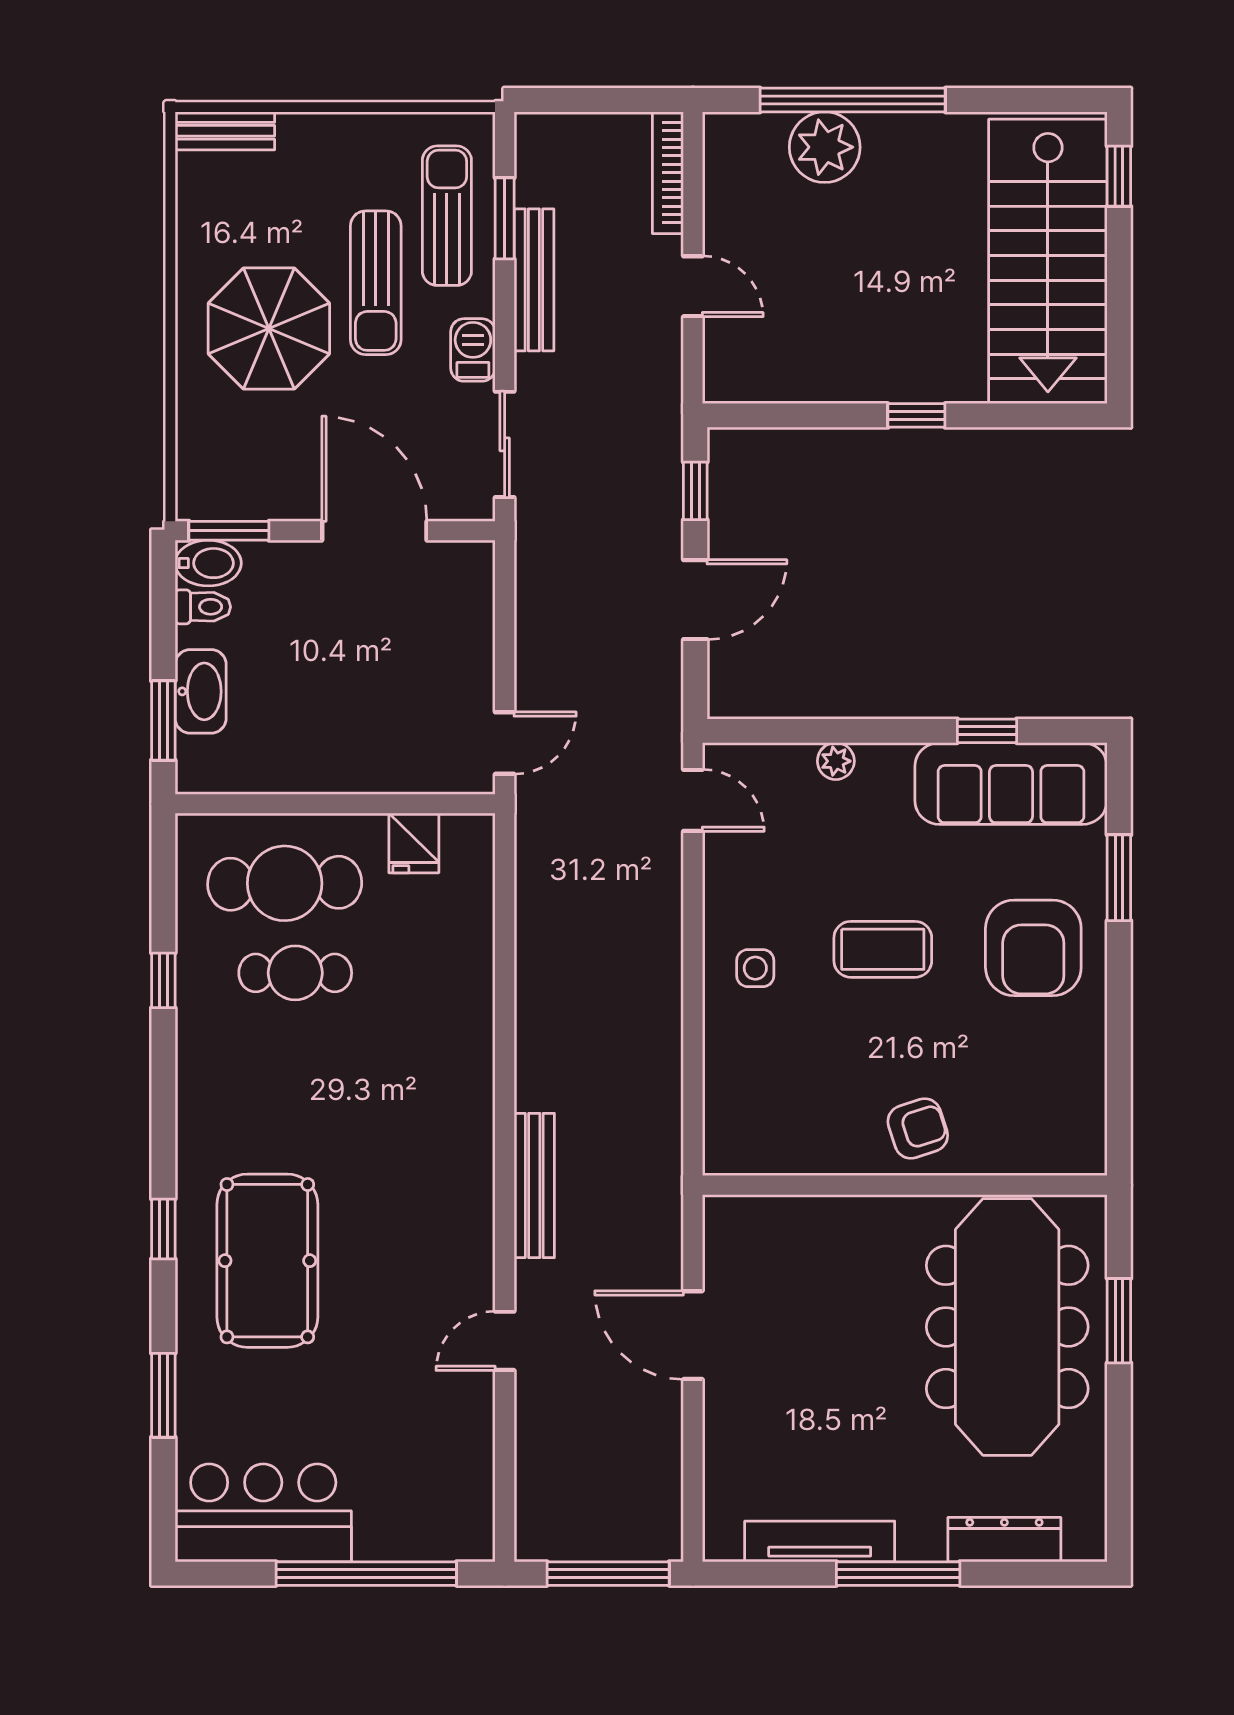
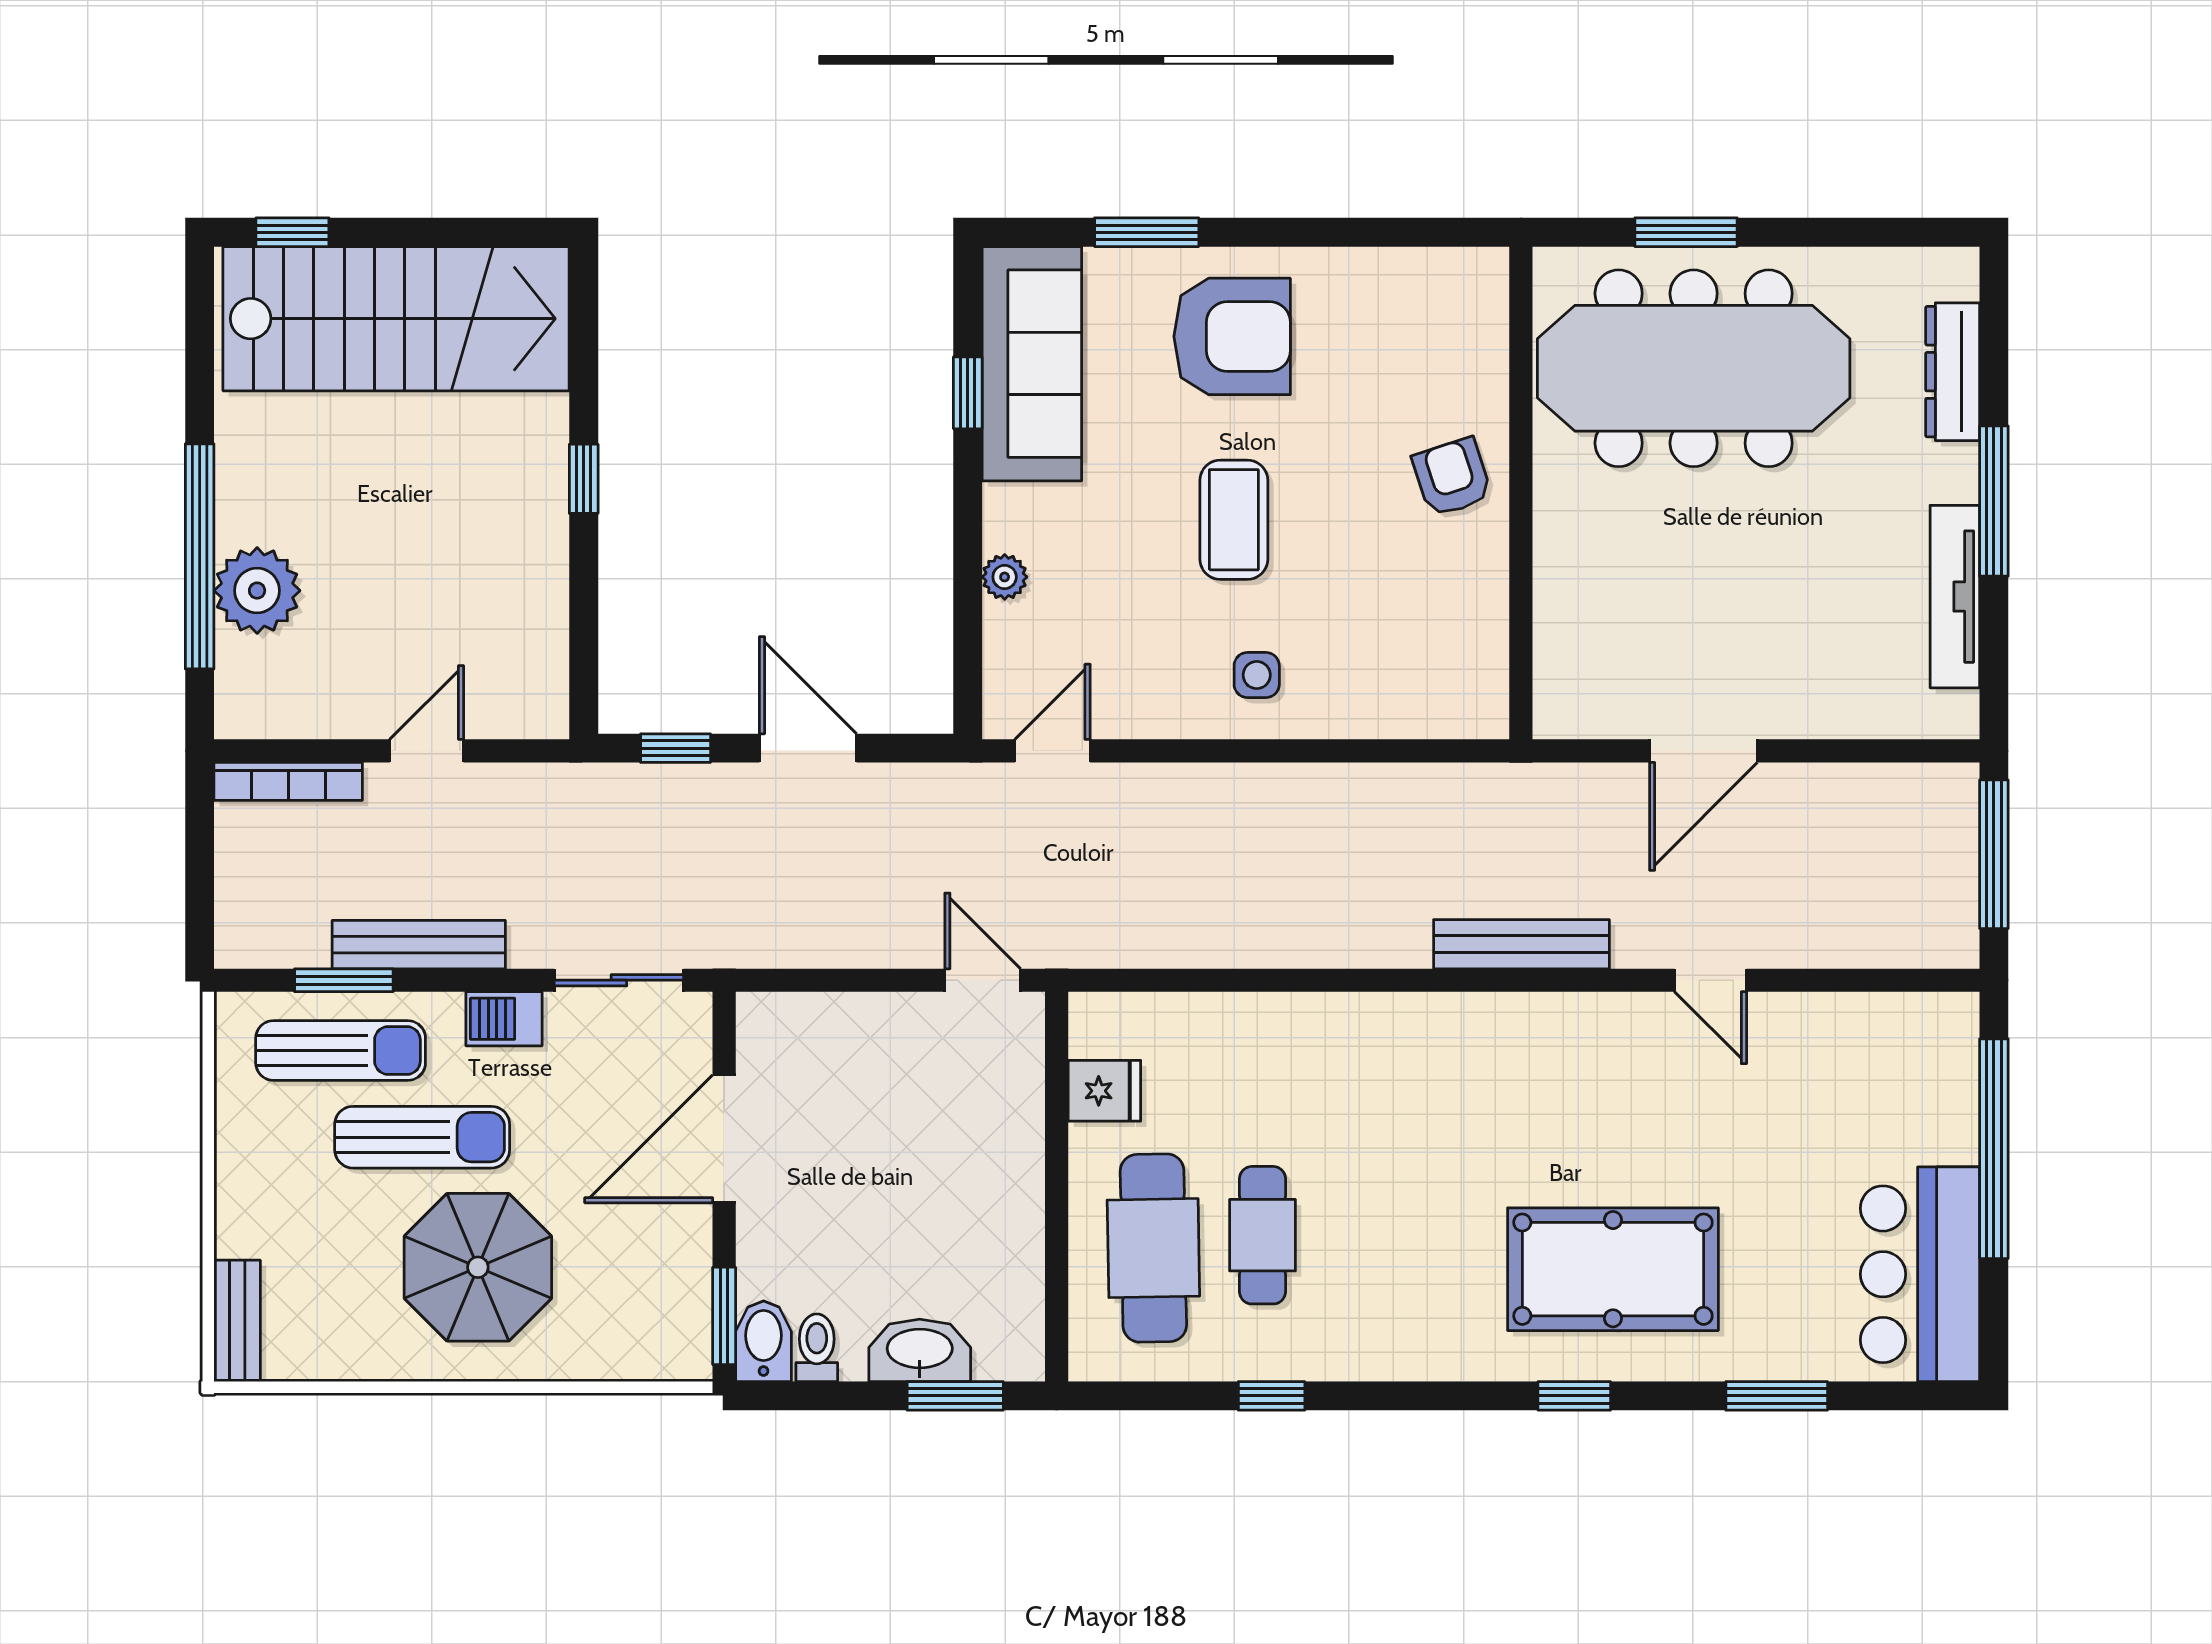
sun lounger: (447, 216) -> (341, 1050), turned 180

